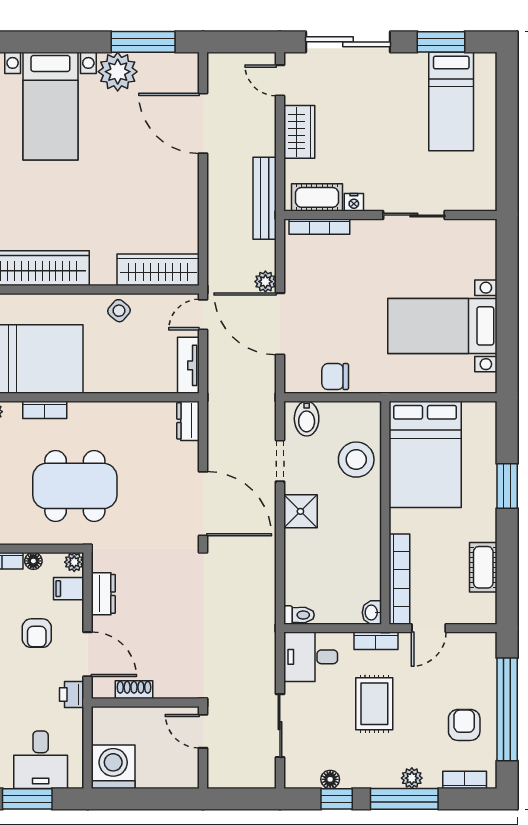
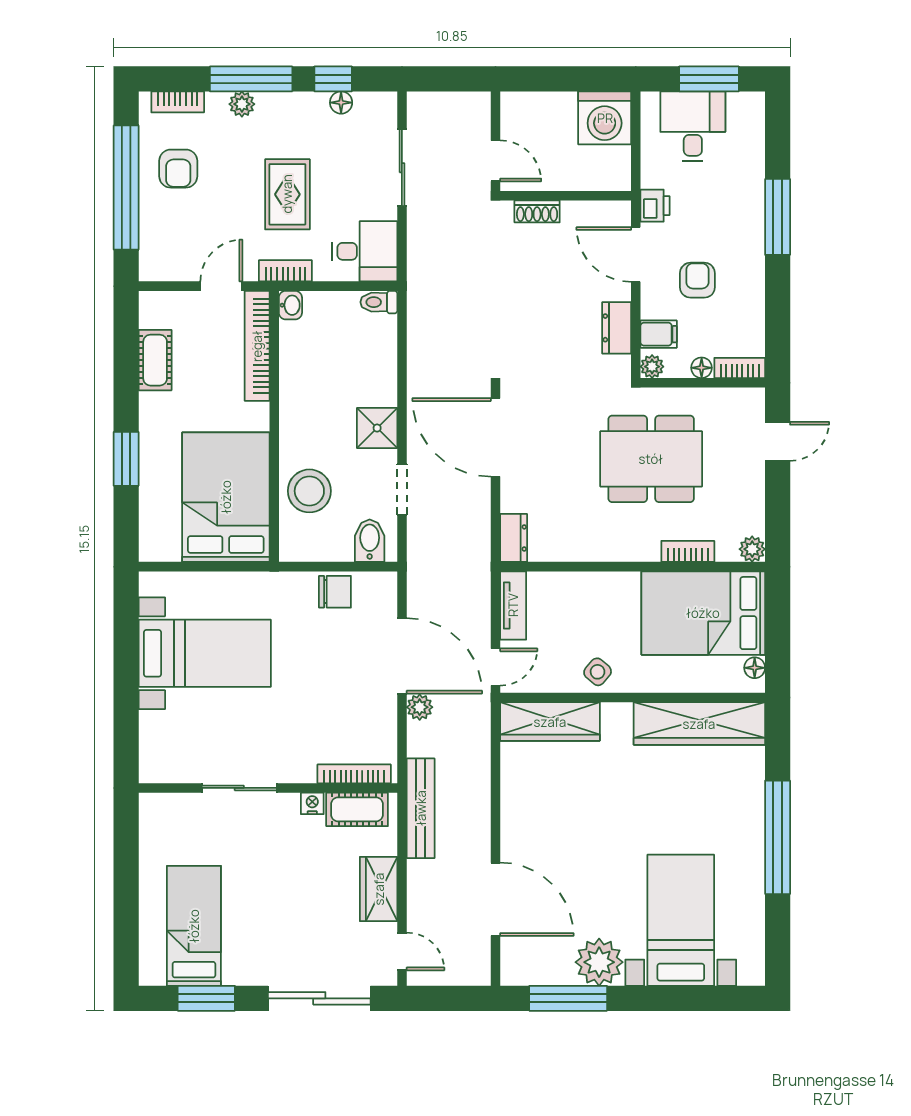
shoe rack: (134, 690) -> (537, 211), moved

